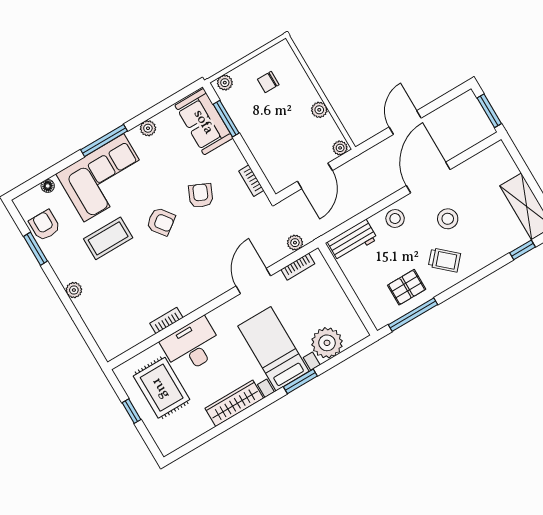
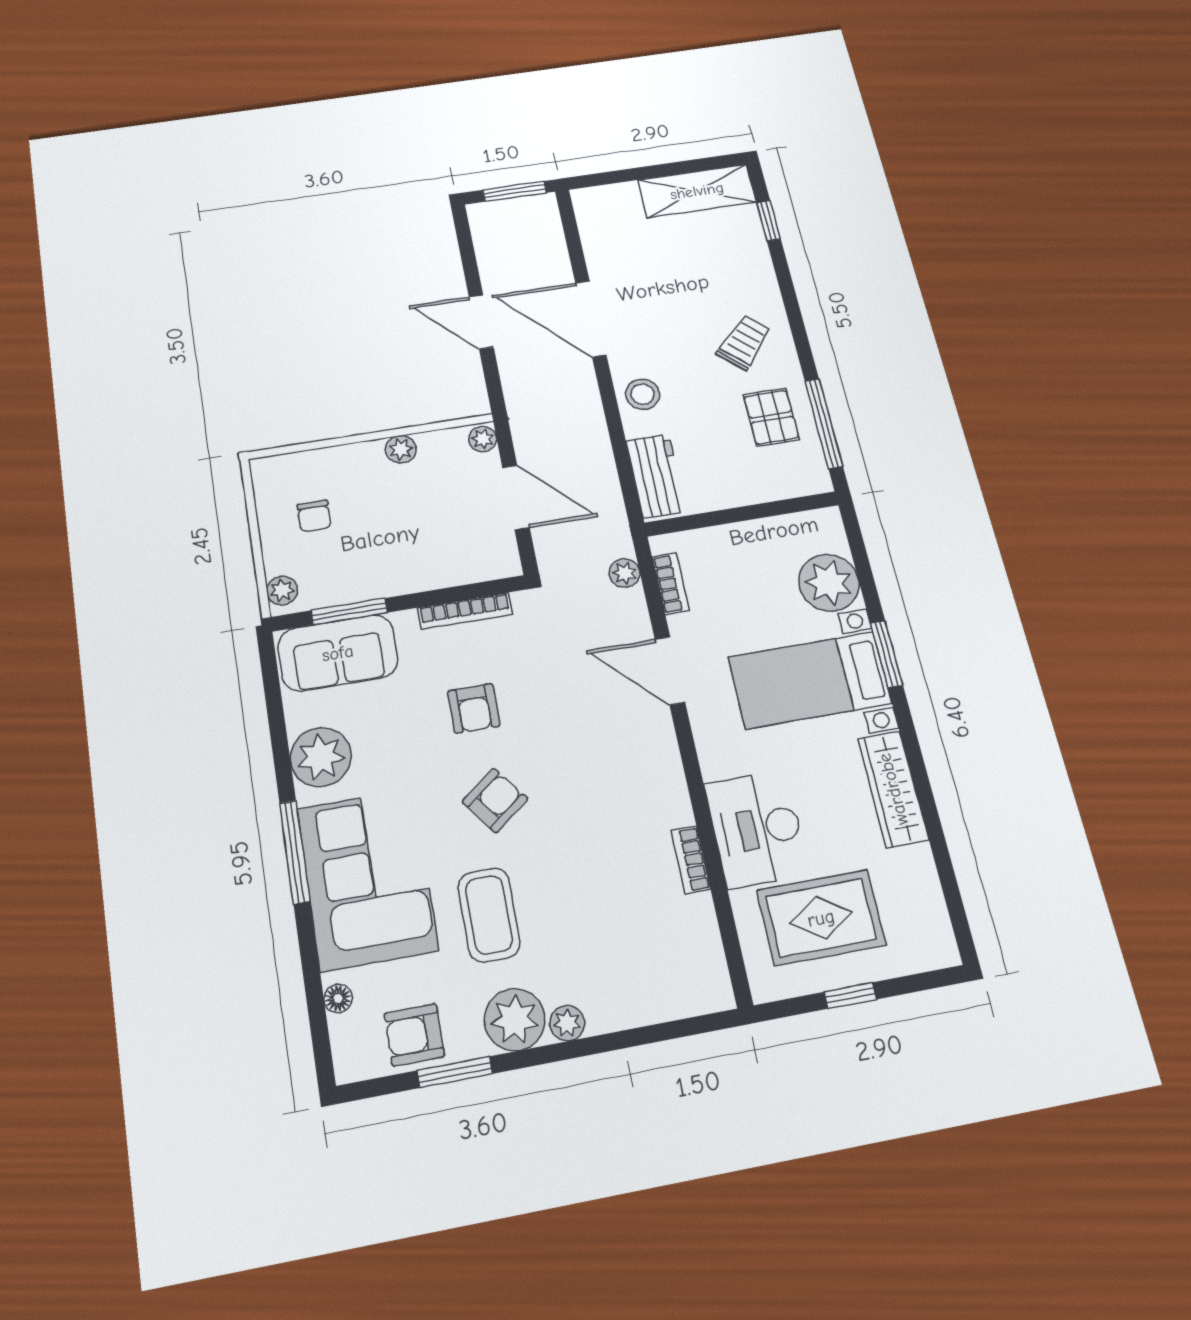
plant: (148, 128) -> (321, 757), width x1.88, depth x1.88
bookcase: (251, 181) -> (465, 611), width x1.56
armchair: (201, 196) -> (474, 708), turned -114
stool: (448, 219) -> (674, 313), removed
plant: (67, 267) -> (515, 1020), added

